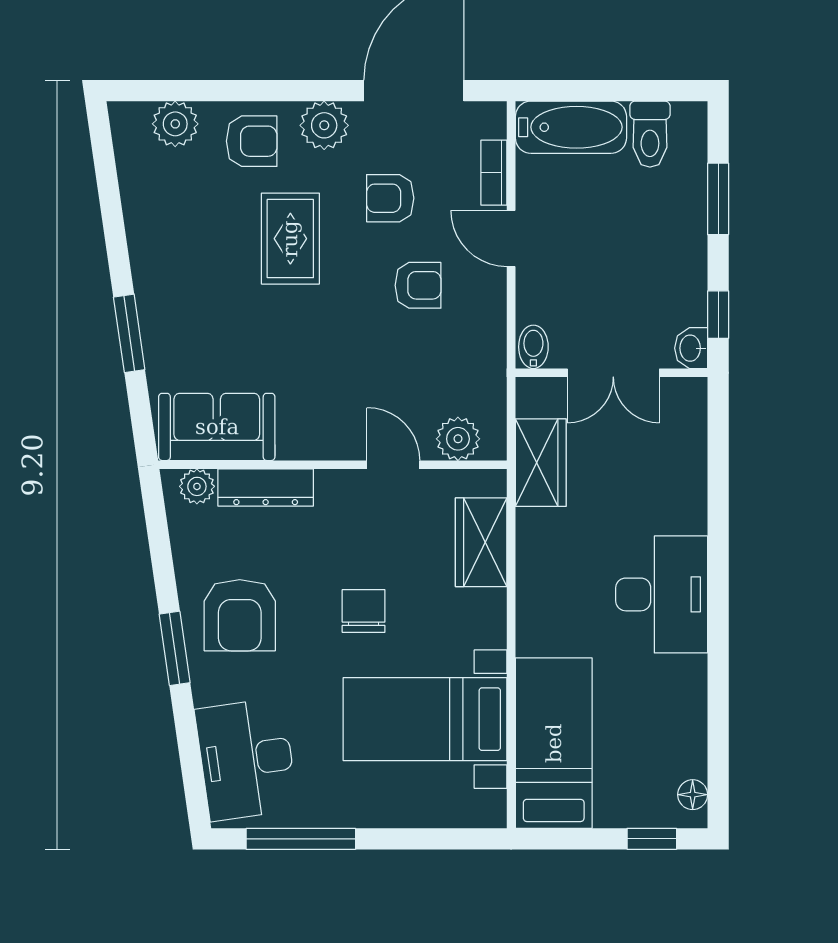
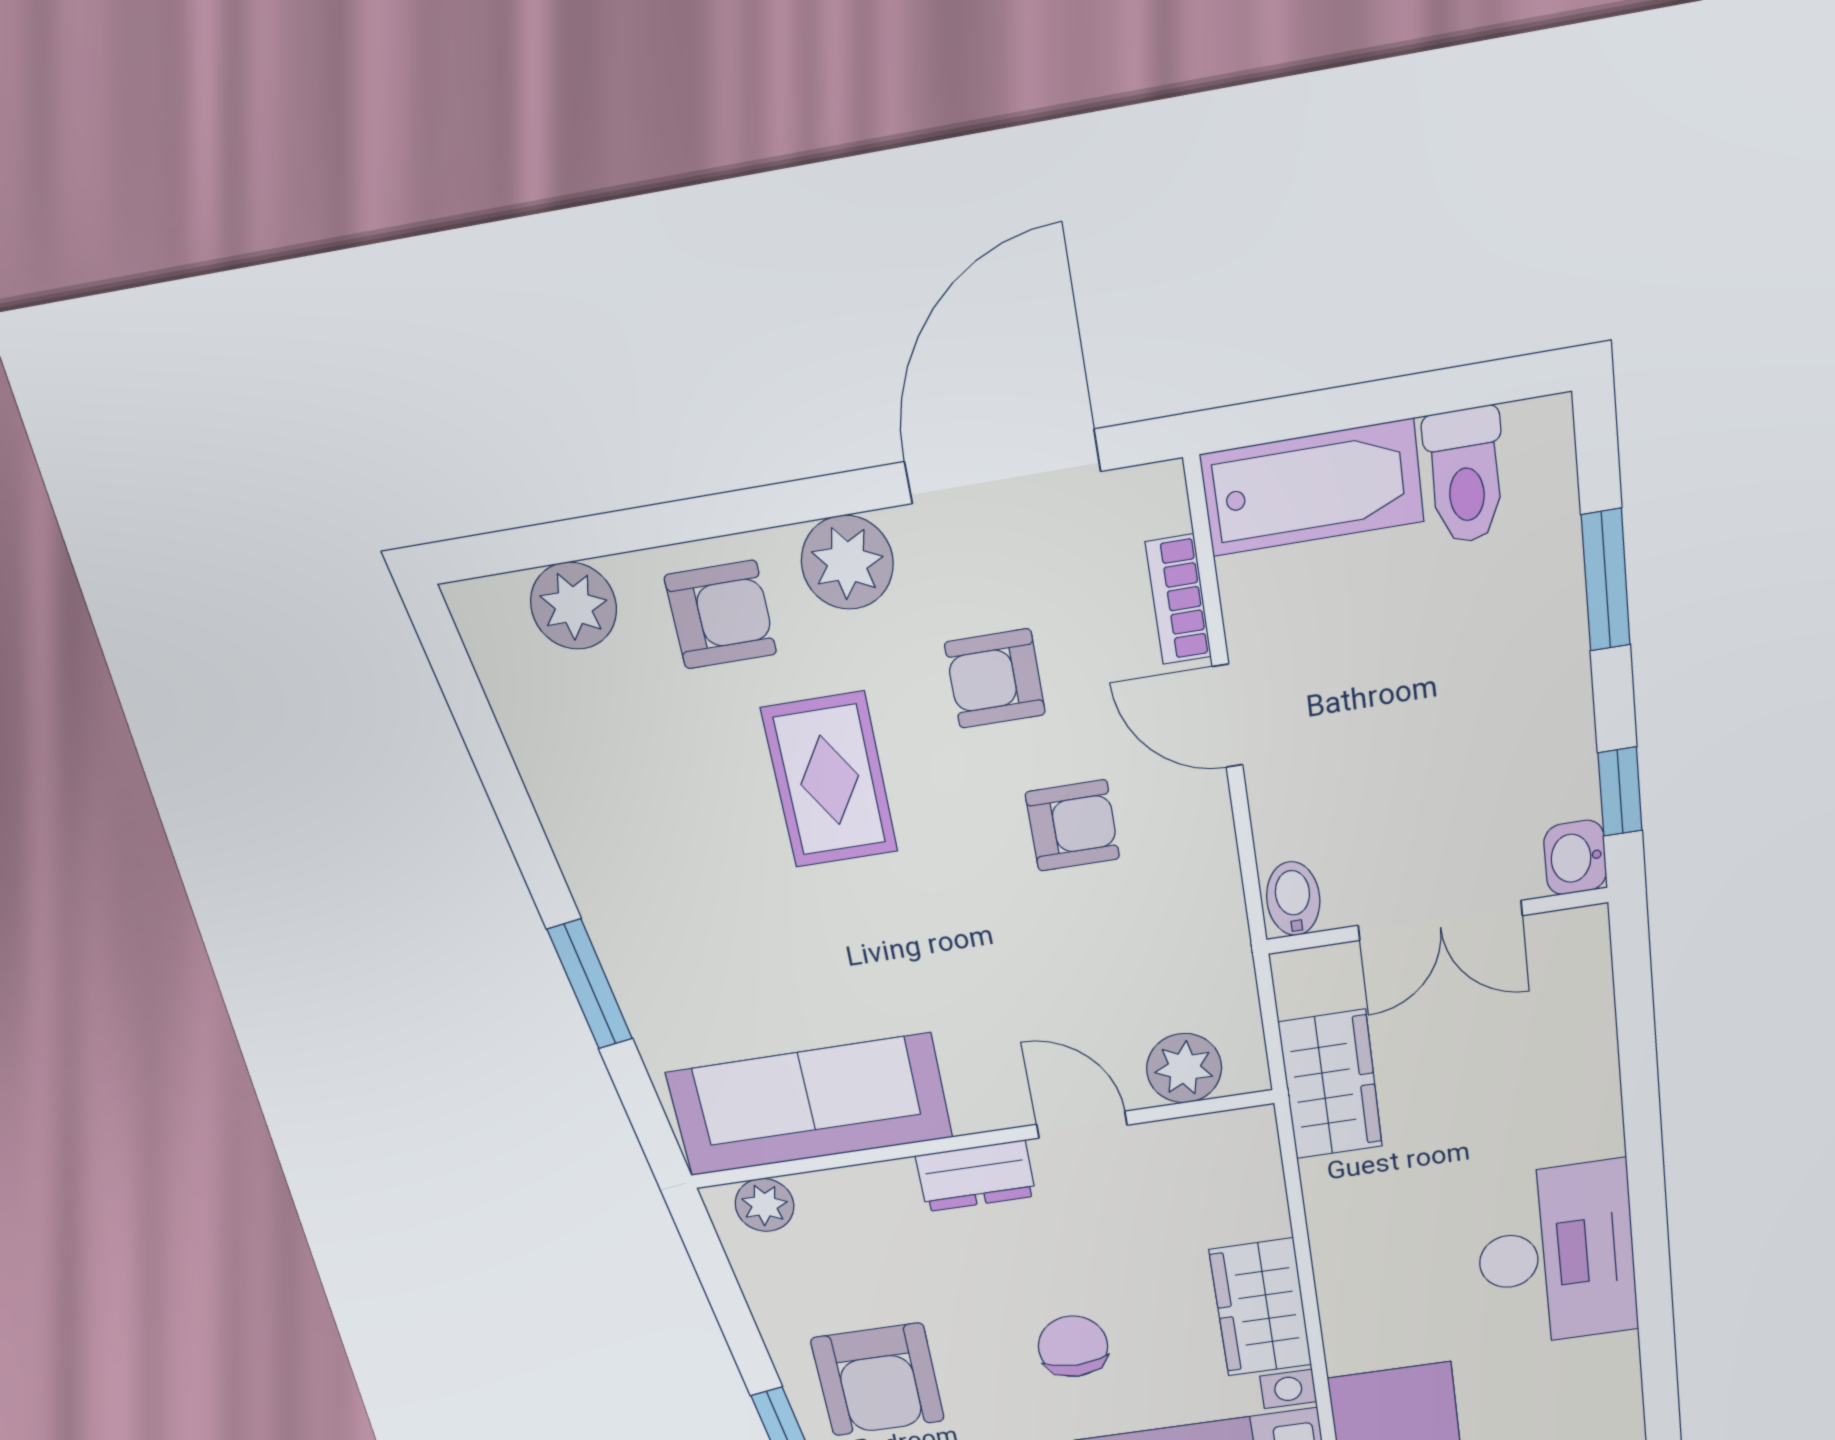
sofa: (217, 427) -> (810, 1105), width x1.36
dresser: (266, 488) -> (976, 1176), moved, width x0.70
wardrobe: (481, 542) -> (1261, 1308), moved

